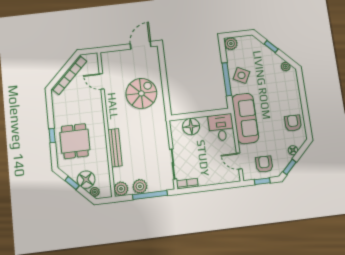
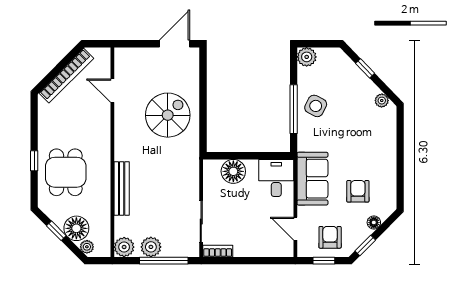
sofa: (245, 118) -> (312, 179), width x0.73
armchair: (293, 123) -> (358, 191), moved

